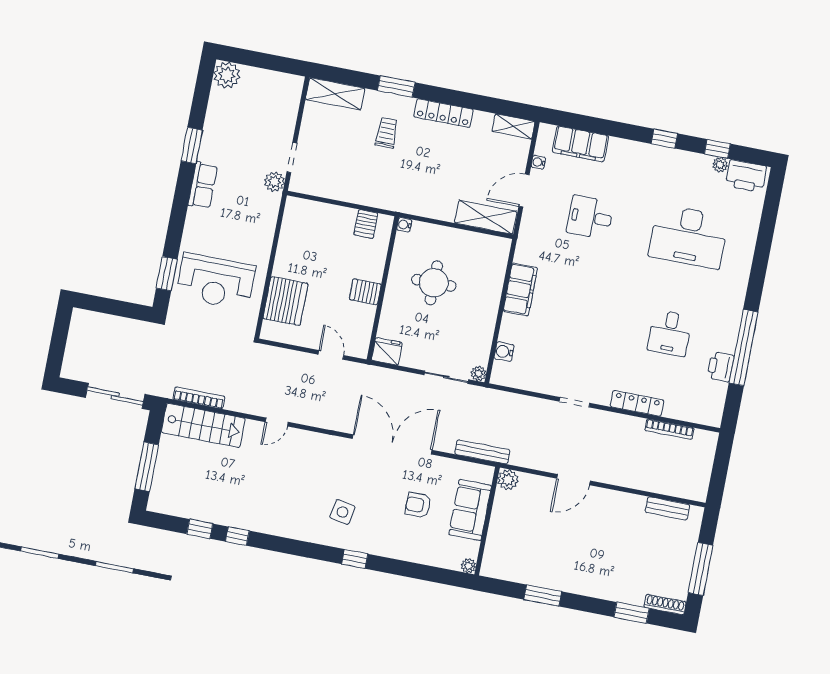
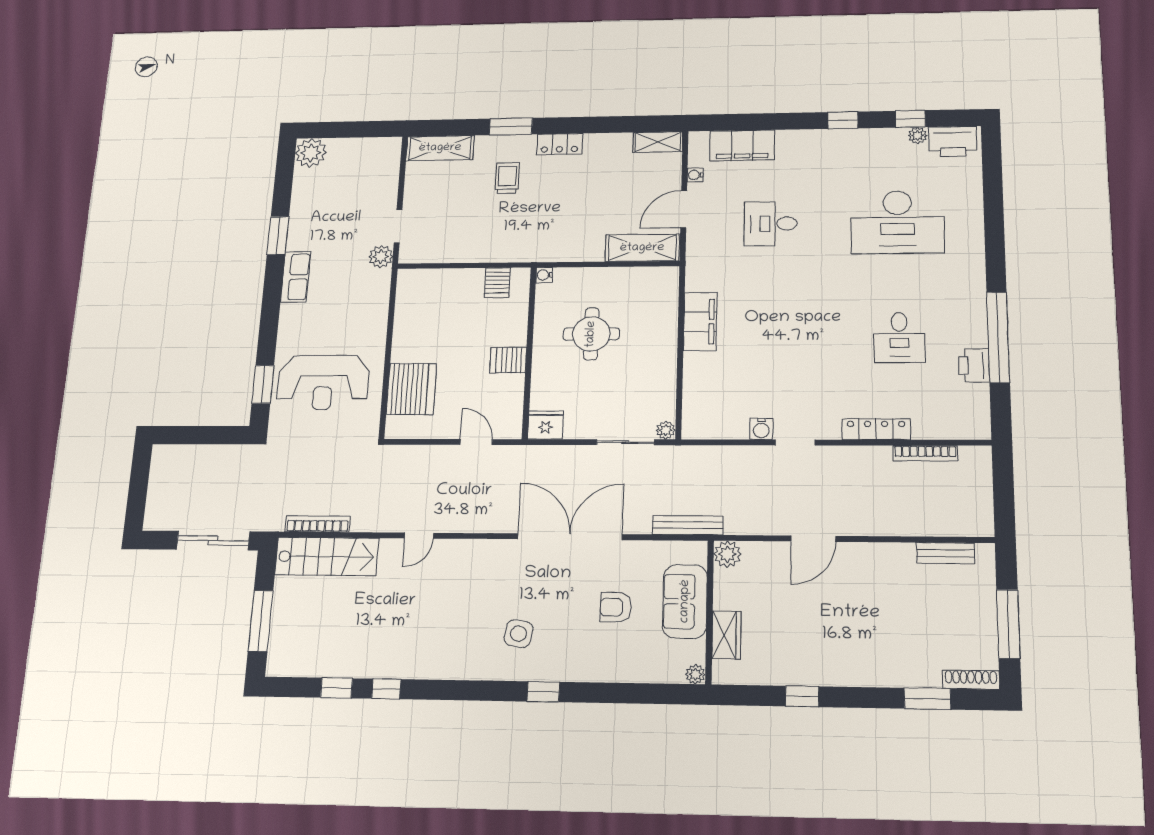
locker: (444, 113) -> (560, 144), width x0.66
water cooler: (504, 352) -> (761, 429), moved, turned -90
wardrobe: (496, 541) -> (726, 635), added
window: (543, 596) -> (802, 696), width x0.67

